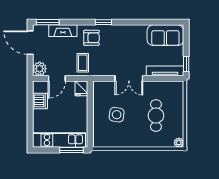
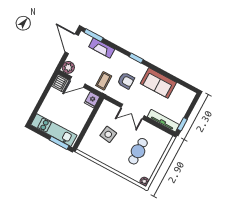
sofa: (165, 35) -> (158, 83), moved
armchair: (91, 38) -> (126, 81), moved
dishwasher: (40, 101) -> (60, 83), moved

